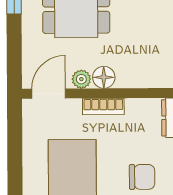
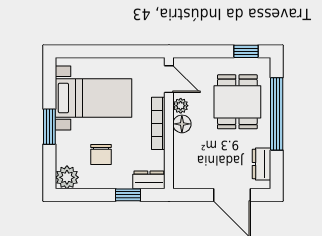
bookcase: (103, 107) -> (158, 123), width x1.56

